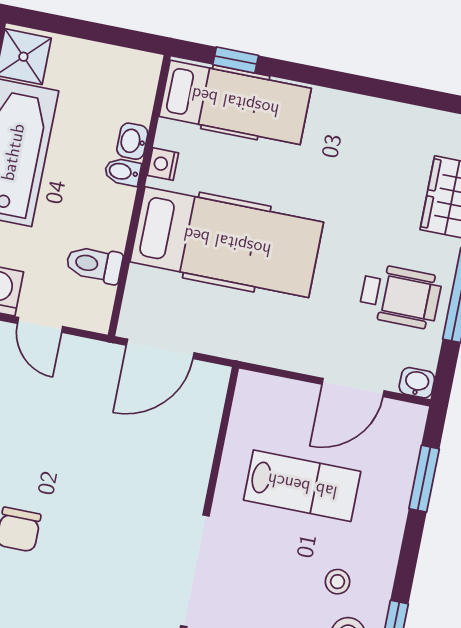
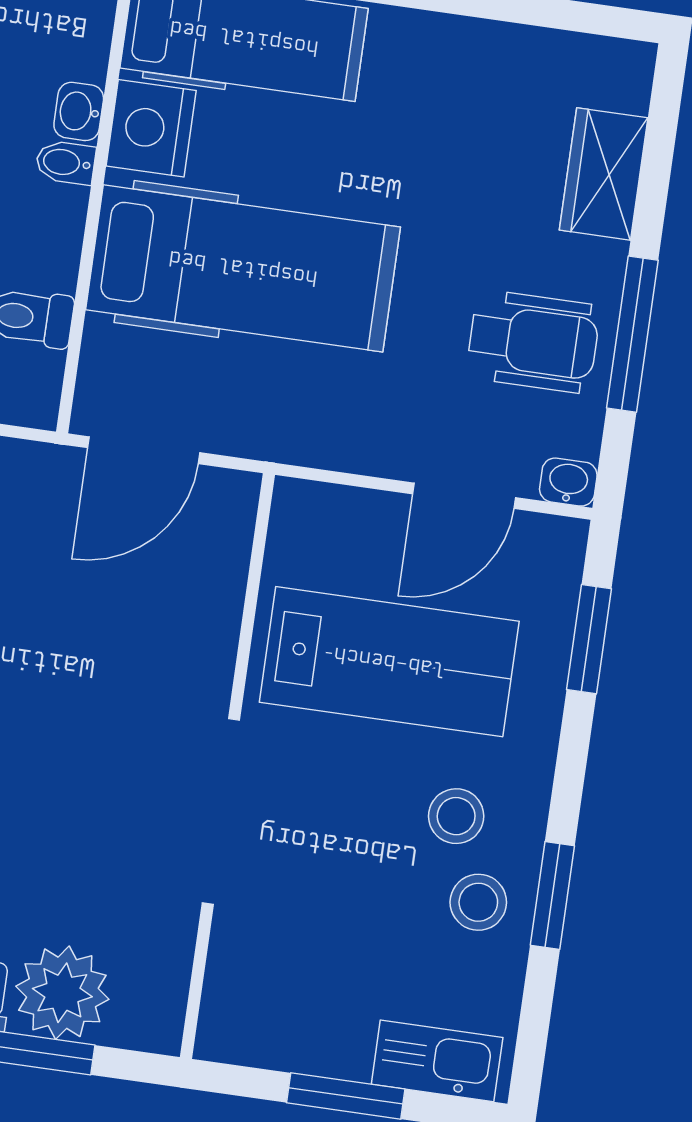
nightstand: (163, 164) -> (151, 128), width x1.89, depth x1.79
lab bench: (302, 486) -> (389, 662), width x1.36, depth x1.39
stool: (337, 582) -> (456, 816), width x1.37, depth x1.37

